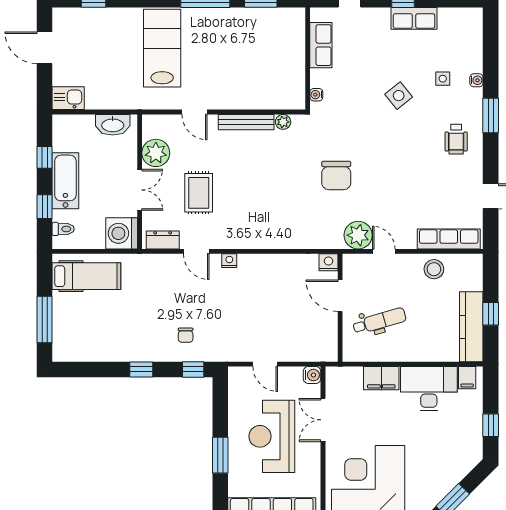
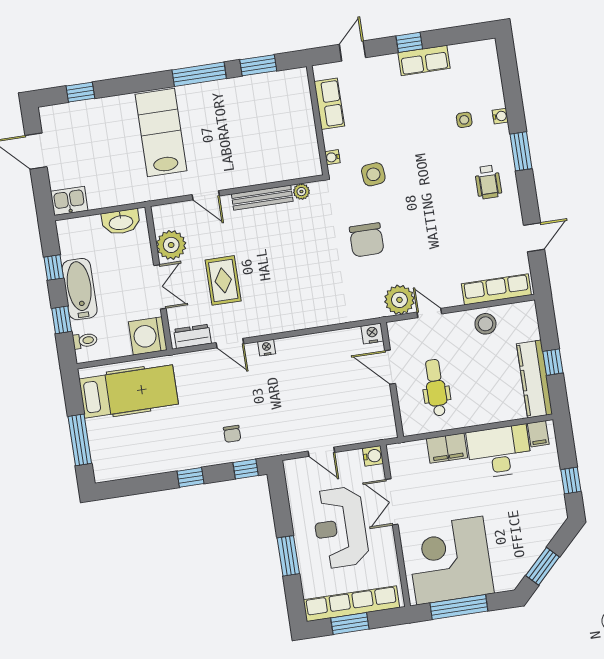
side table: (399, 96) -> (373, 174), moved, turned 34
hospital bed: (86, 276) -> (129, 392), width x1.37, depth x1.29
dental chair: (379, 321) -> (436, 388), turned -74

